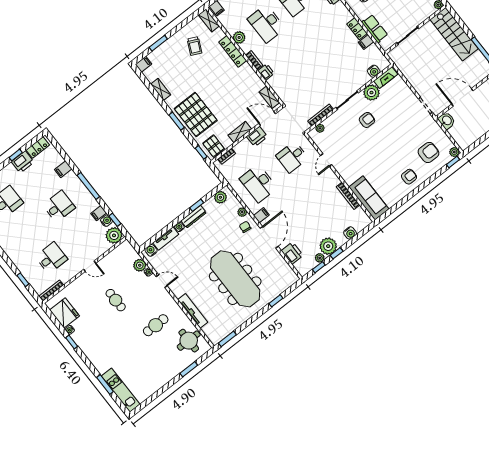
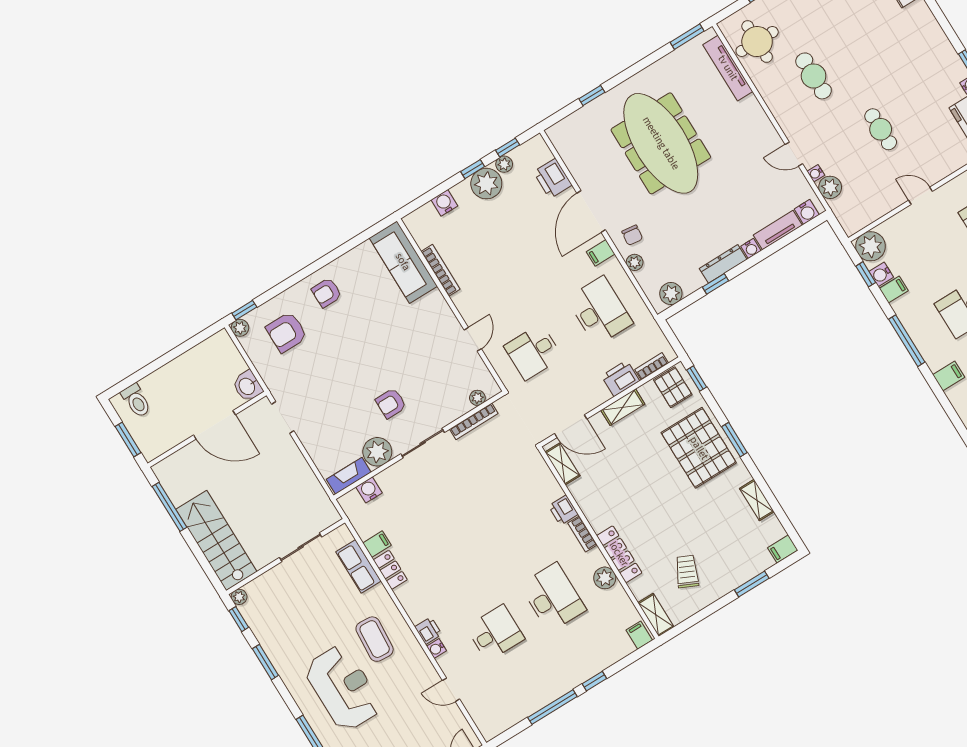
printer: (257, 137) -> (620, 378), moved
desk: (292, 157) -> (533, 352), turned 180
tv unit: (193, 311) -> (728, 68), moved
cafe table: (156, 325) -> (814, 76), turned 90

